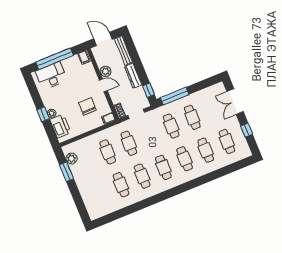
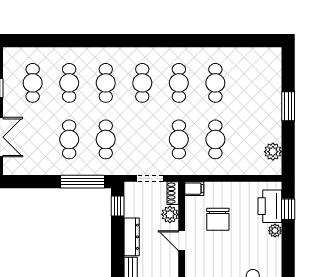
plant: (106, 71) -> (170, 214), moved
window: (43, 114) -> (288, 209), moved
window: (67, 172) -> (288, 106), moved

